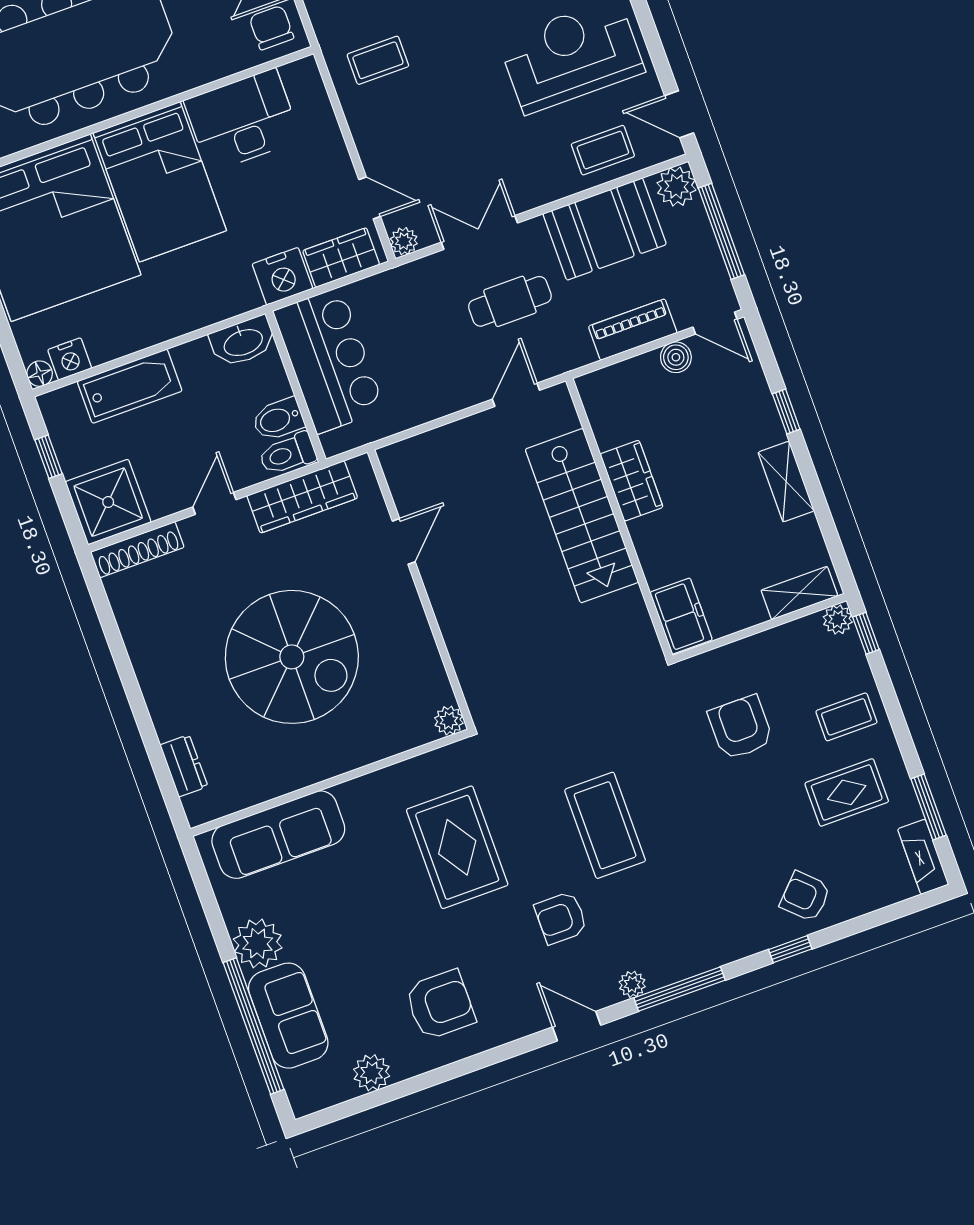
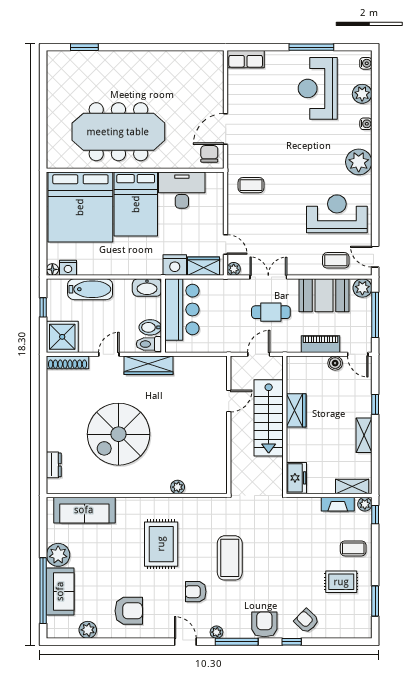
door: (404, 541) -> (229, 401), moved
wall: (421, 589) -> (229, 425), moved
spiral stairs: (292, 657) -> (119, 434), turned 90
armchair: (741, 728) -> (264, 624), moved
fireplace: (923, 857) -> (338, 504), moved, turned -90

